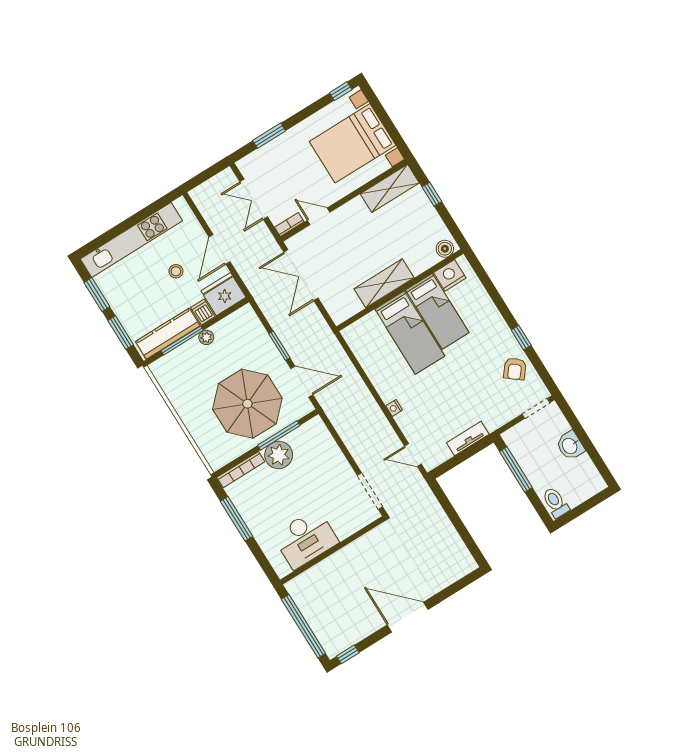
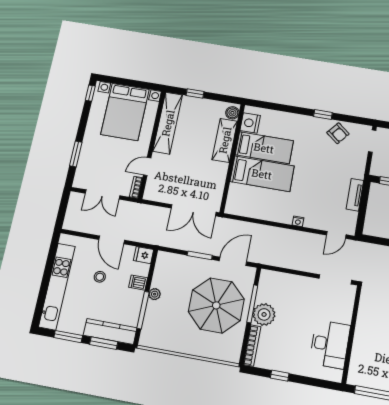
shelving: (390, 188) -> (168, 123), width x1.47
double door: (301, 275) -> (194, 210), moved
shelving: (384, 283) -> (225, 140), moved
fridge: (223, 294) -> (143, 255), width x0.53, depth x0.75
kitchen counter: (168, 334) -> (110, 332), moved, turned 90
window: (237, 519) -> (280, 376), width x0.46

